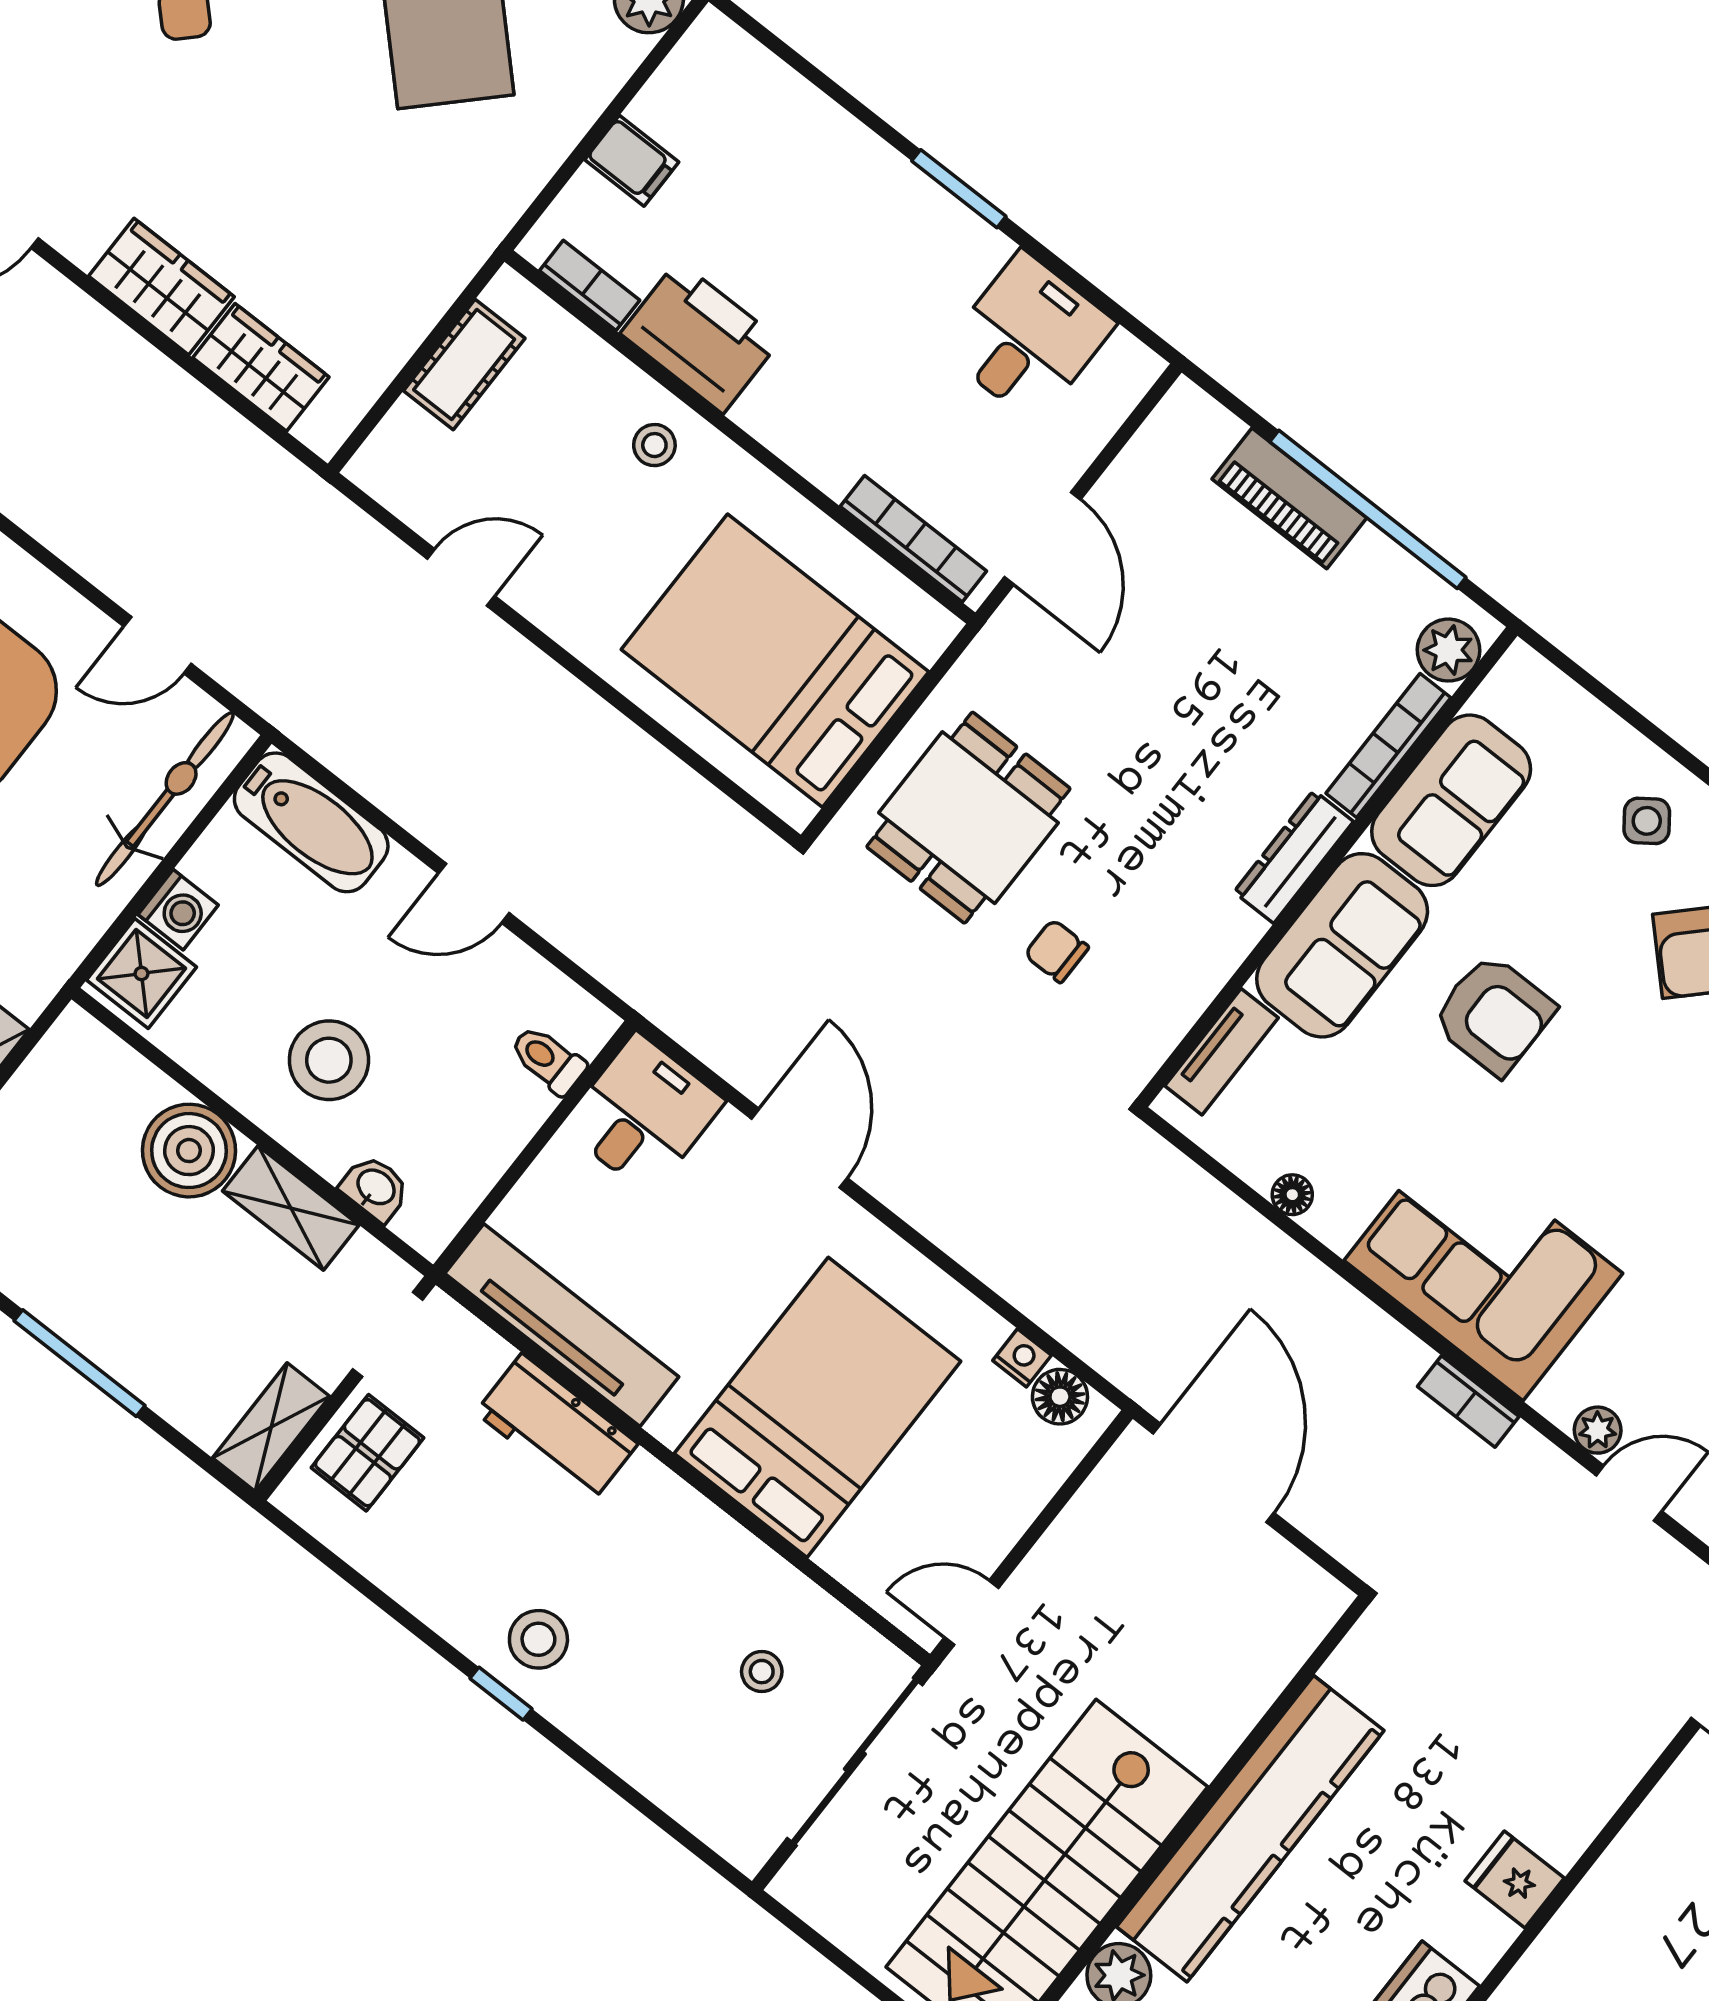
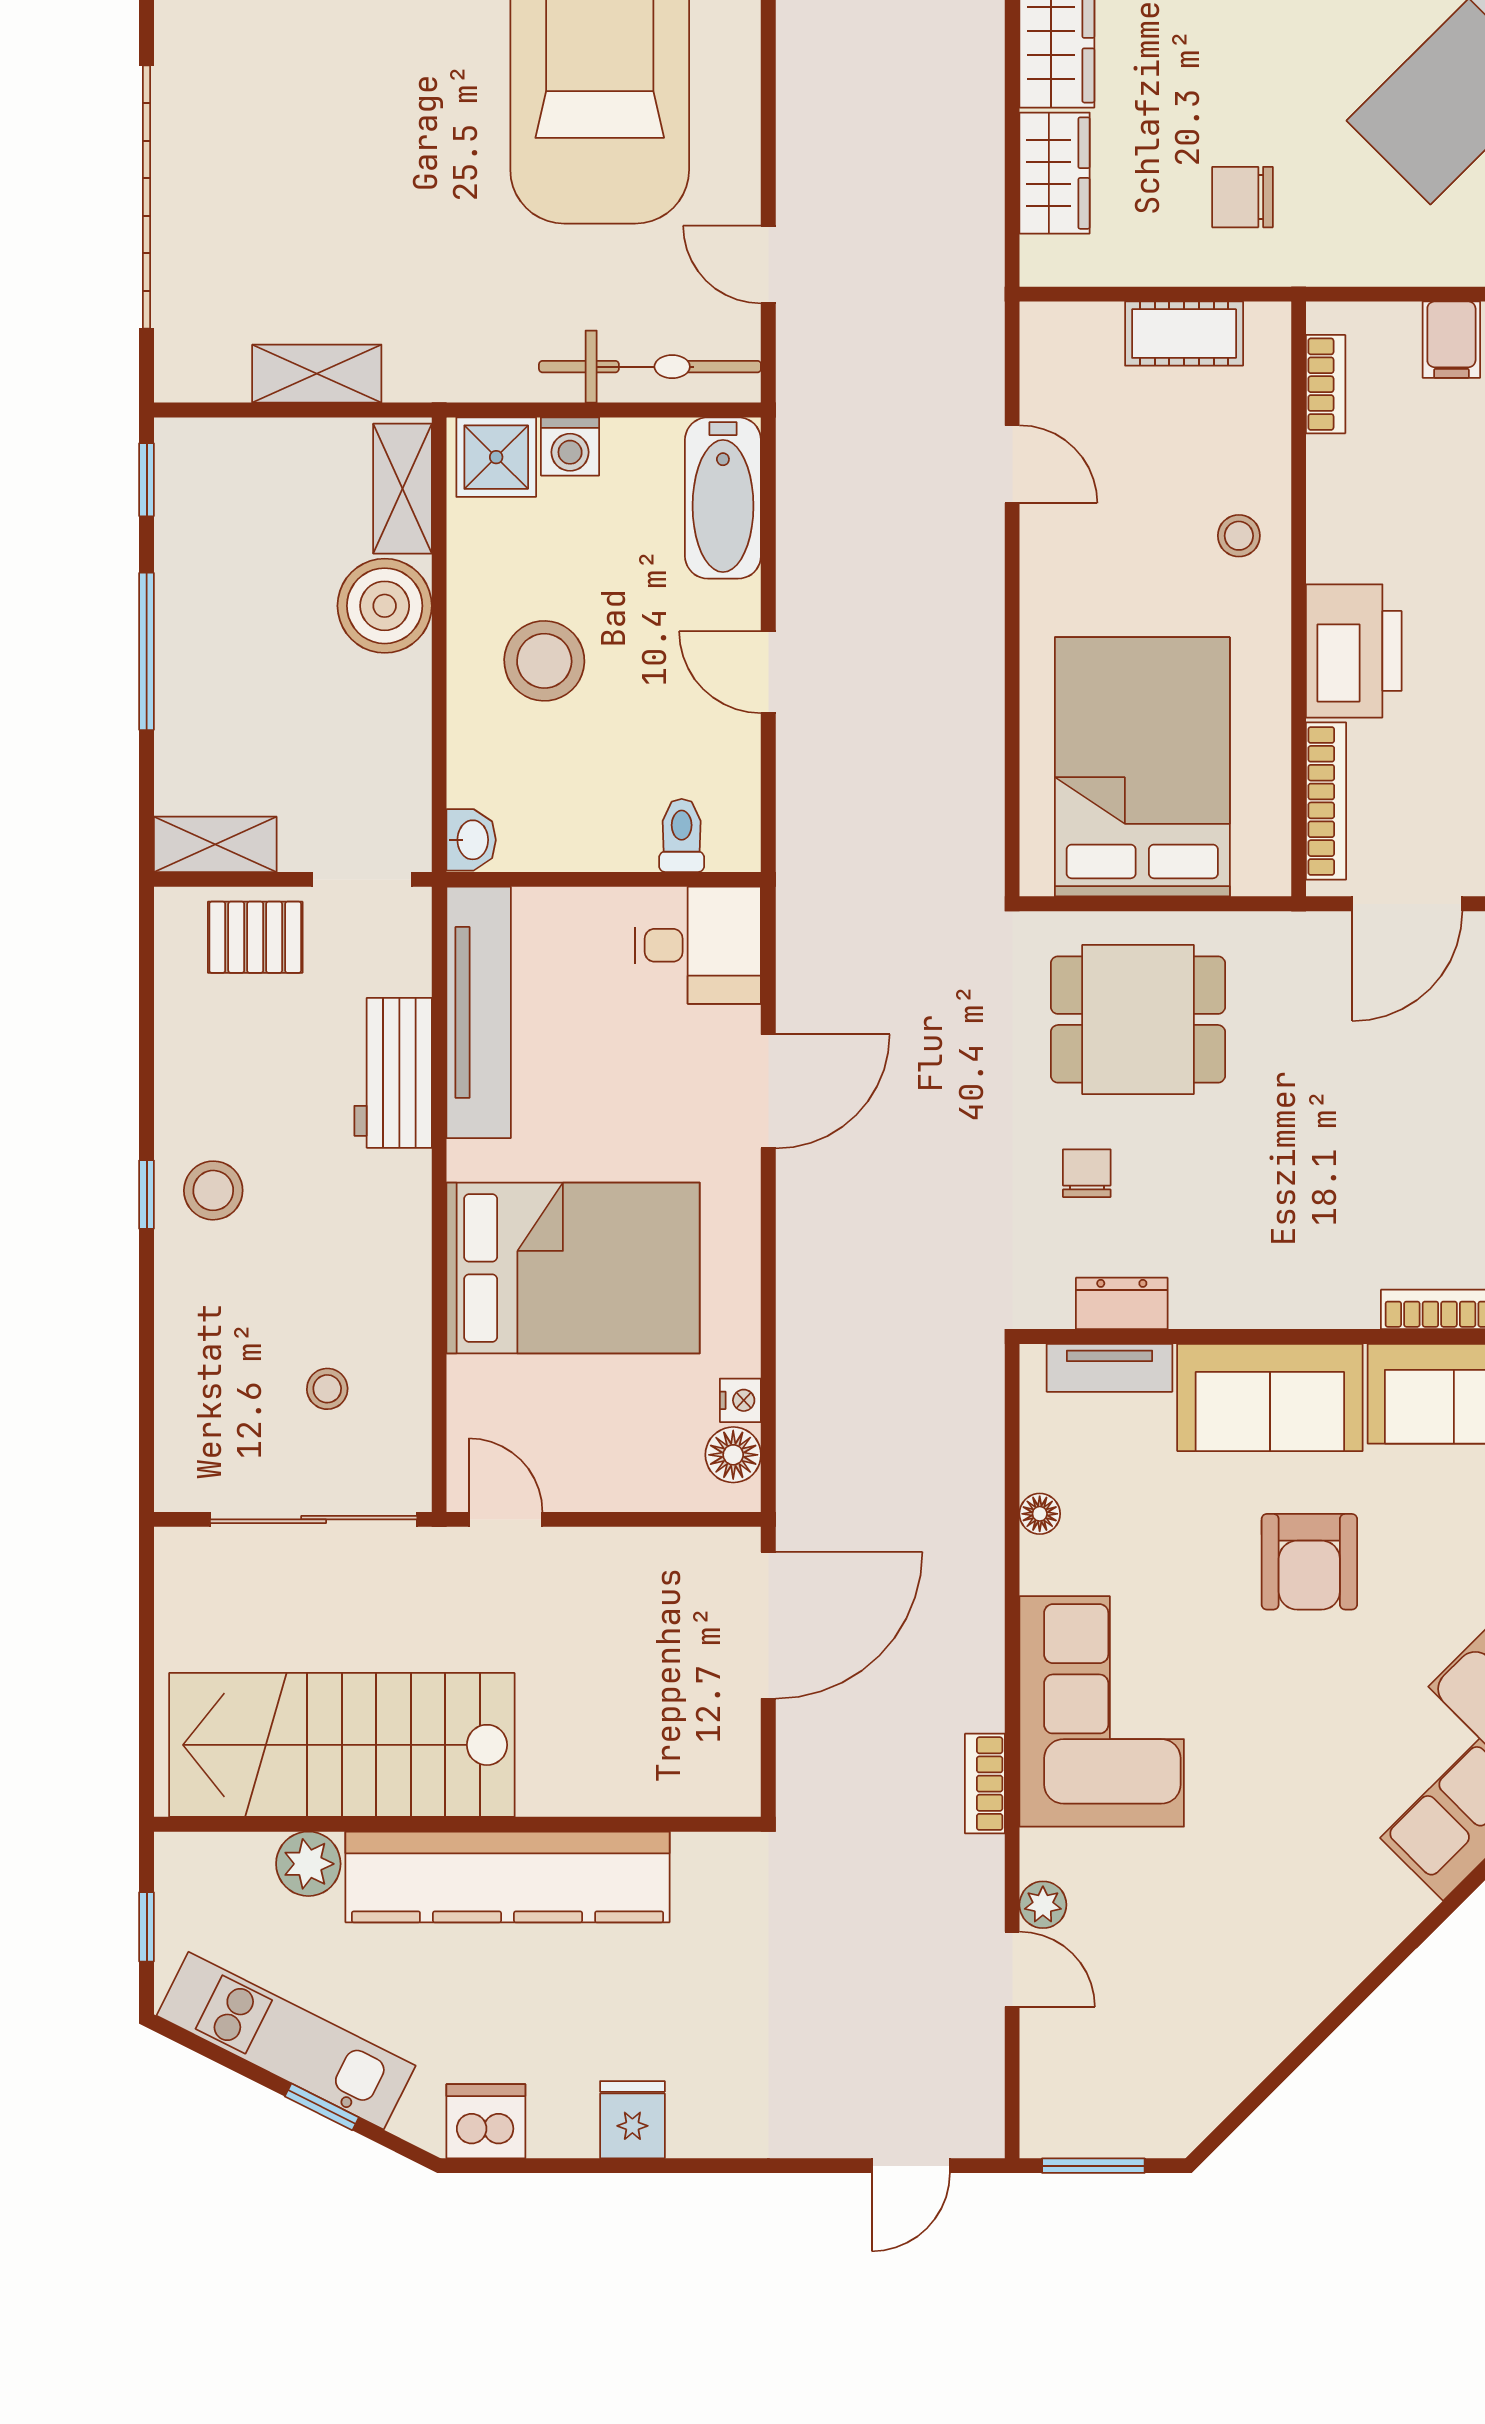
chair: (394, 236) -> (1243, 197), added
printer: (700, 337) -> (1354, 651), moved
dresser: (1294, 857) -> (1122, 1303), moved, width x0.70
washbasin: (375, 1188) -> (471, 840), moved
shelving: (291, 1208) -> (403, 489), moved

